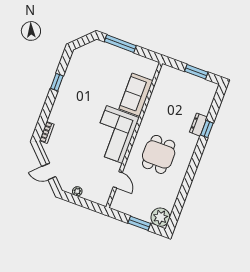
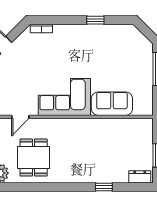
dresser: (198, 125) -> (140, 177), moved
dining table: (159, 154) -> (34, 158), moved, turned 90

